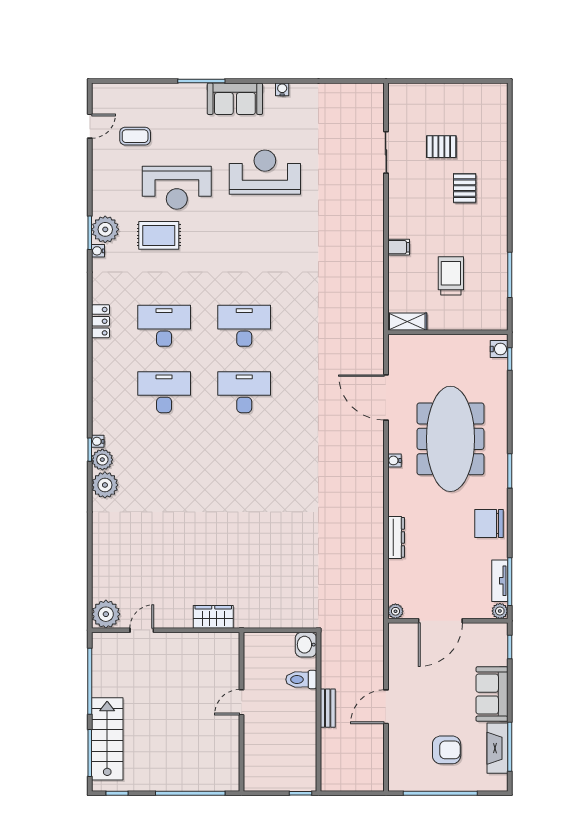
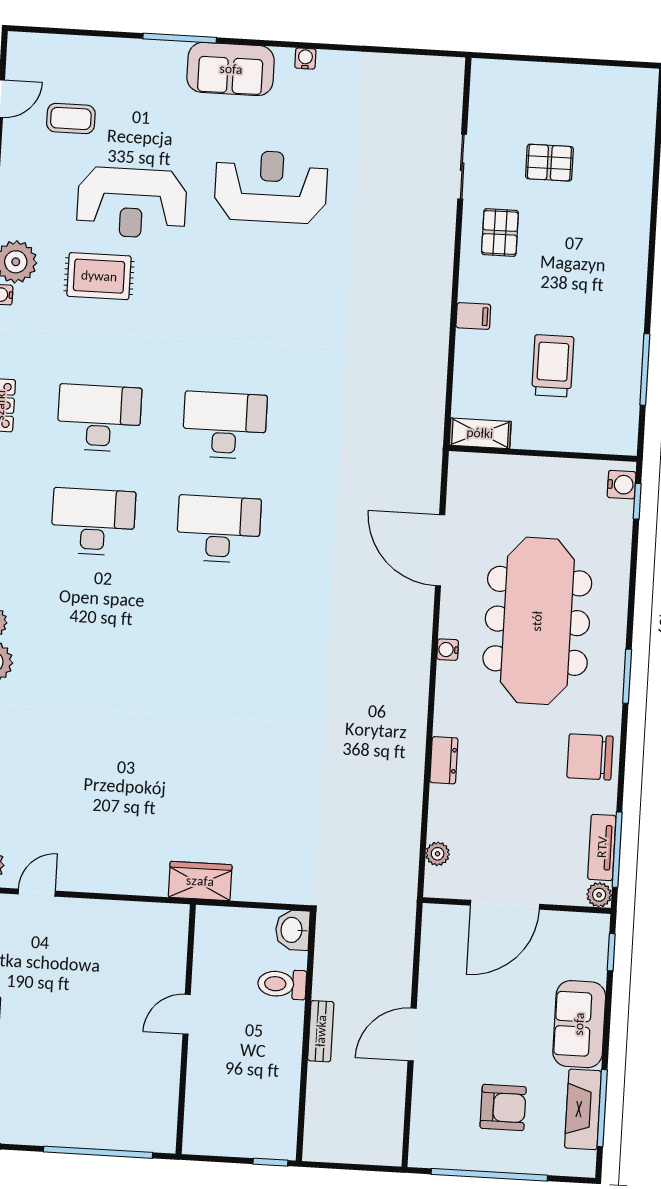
pallet: (465, 188) -> (500, 232), moved
dresser: (396, 537) -> (444, 760), width x0.70
plant: (395, 611) -> (438, 854), moved
wardrobe: (213, 617) -> (200, 881), moved

